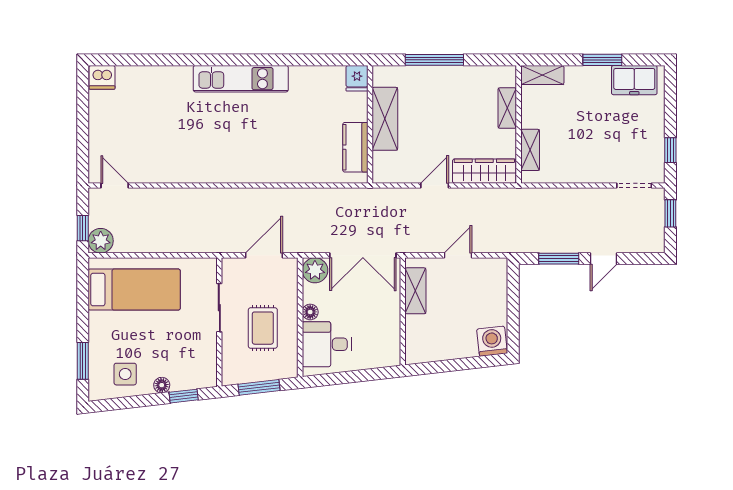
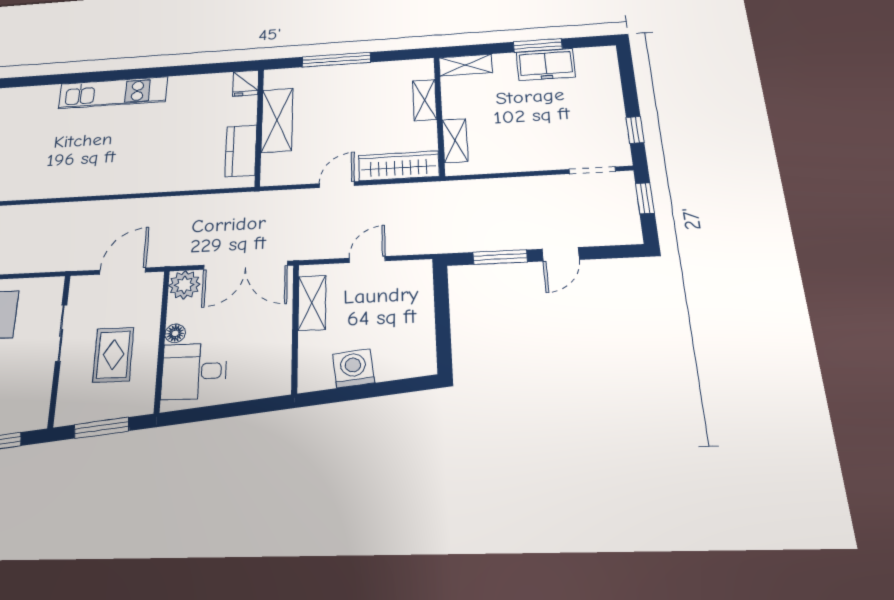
freezer: (634, 80) -> (546, 65), moved
washing machine: (492, 341) -> (353, 368), moved

